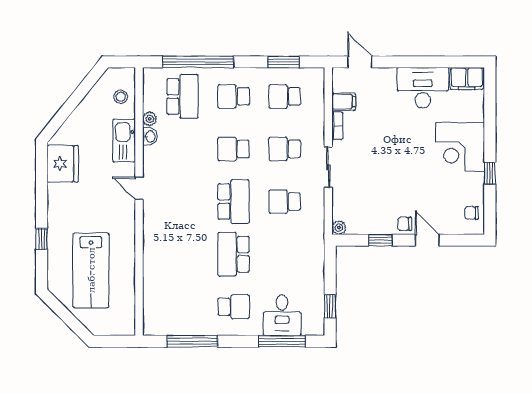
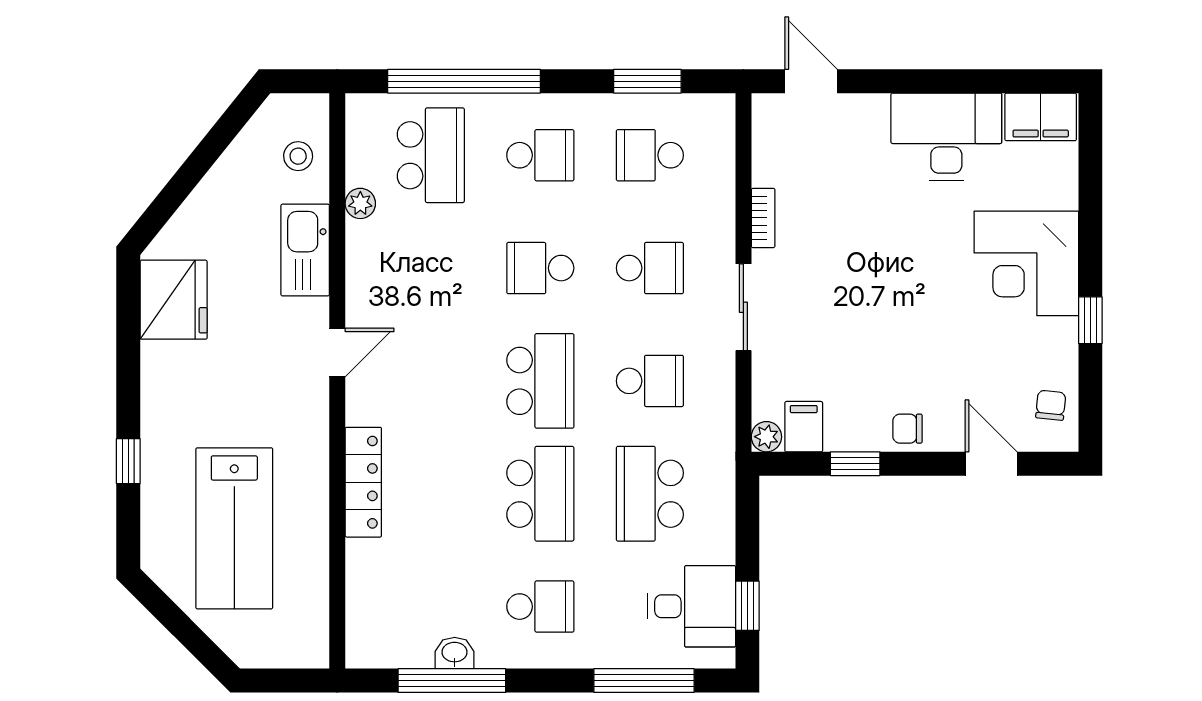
school desk: (234, 96) -> (540, 155), turned 180
filing cabinet: (344, 102) -> (804, 427), moved, turned -90
washbasin: (150, 136) -> (455, 653), moved, turned -90
school desk: (285, 149) -> (650, 268), turned 180
door: (139, 188) -> (337, 353), swing flipped
school desk: (285, 202) -> (650, 381), turned 180
chair: (471, 213) -> (1051, 405), turned 96
door: (427, 240) -> (991, 464), moved
locker: (151, 249) -> (363, 482), added
school desk: (234, 254) -> (540, 494), turned 180
school desk: (285, 254) -> (650, 494), added
desk: (282, 315) -> (692, 606), moved, turned -90

